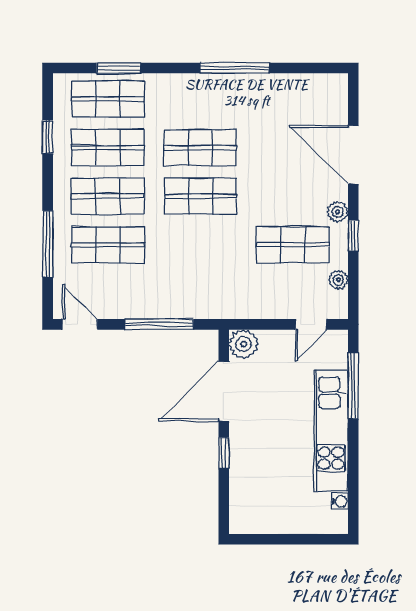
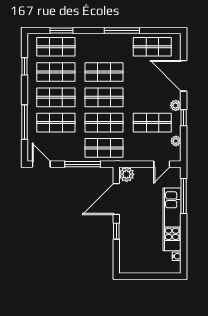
shop shelf: (293, 99) -> (152, 47), added
shop shelf: (200, 245) -> (104, 123), added
shop shelf: (200, 293) -> (104, 148), added

